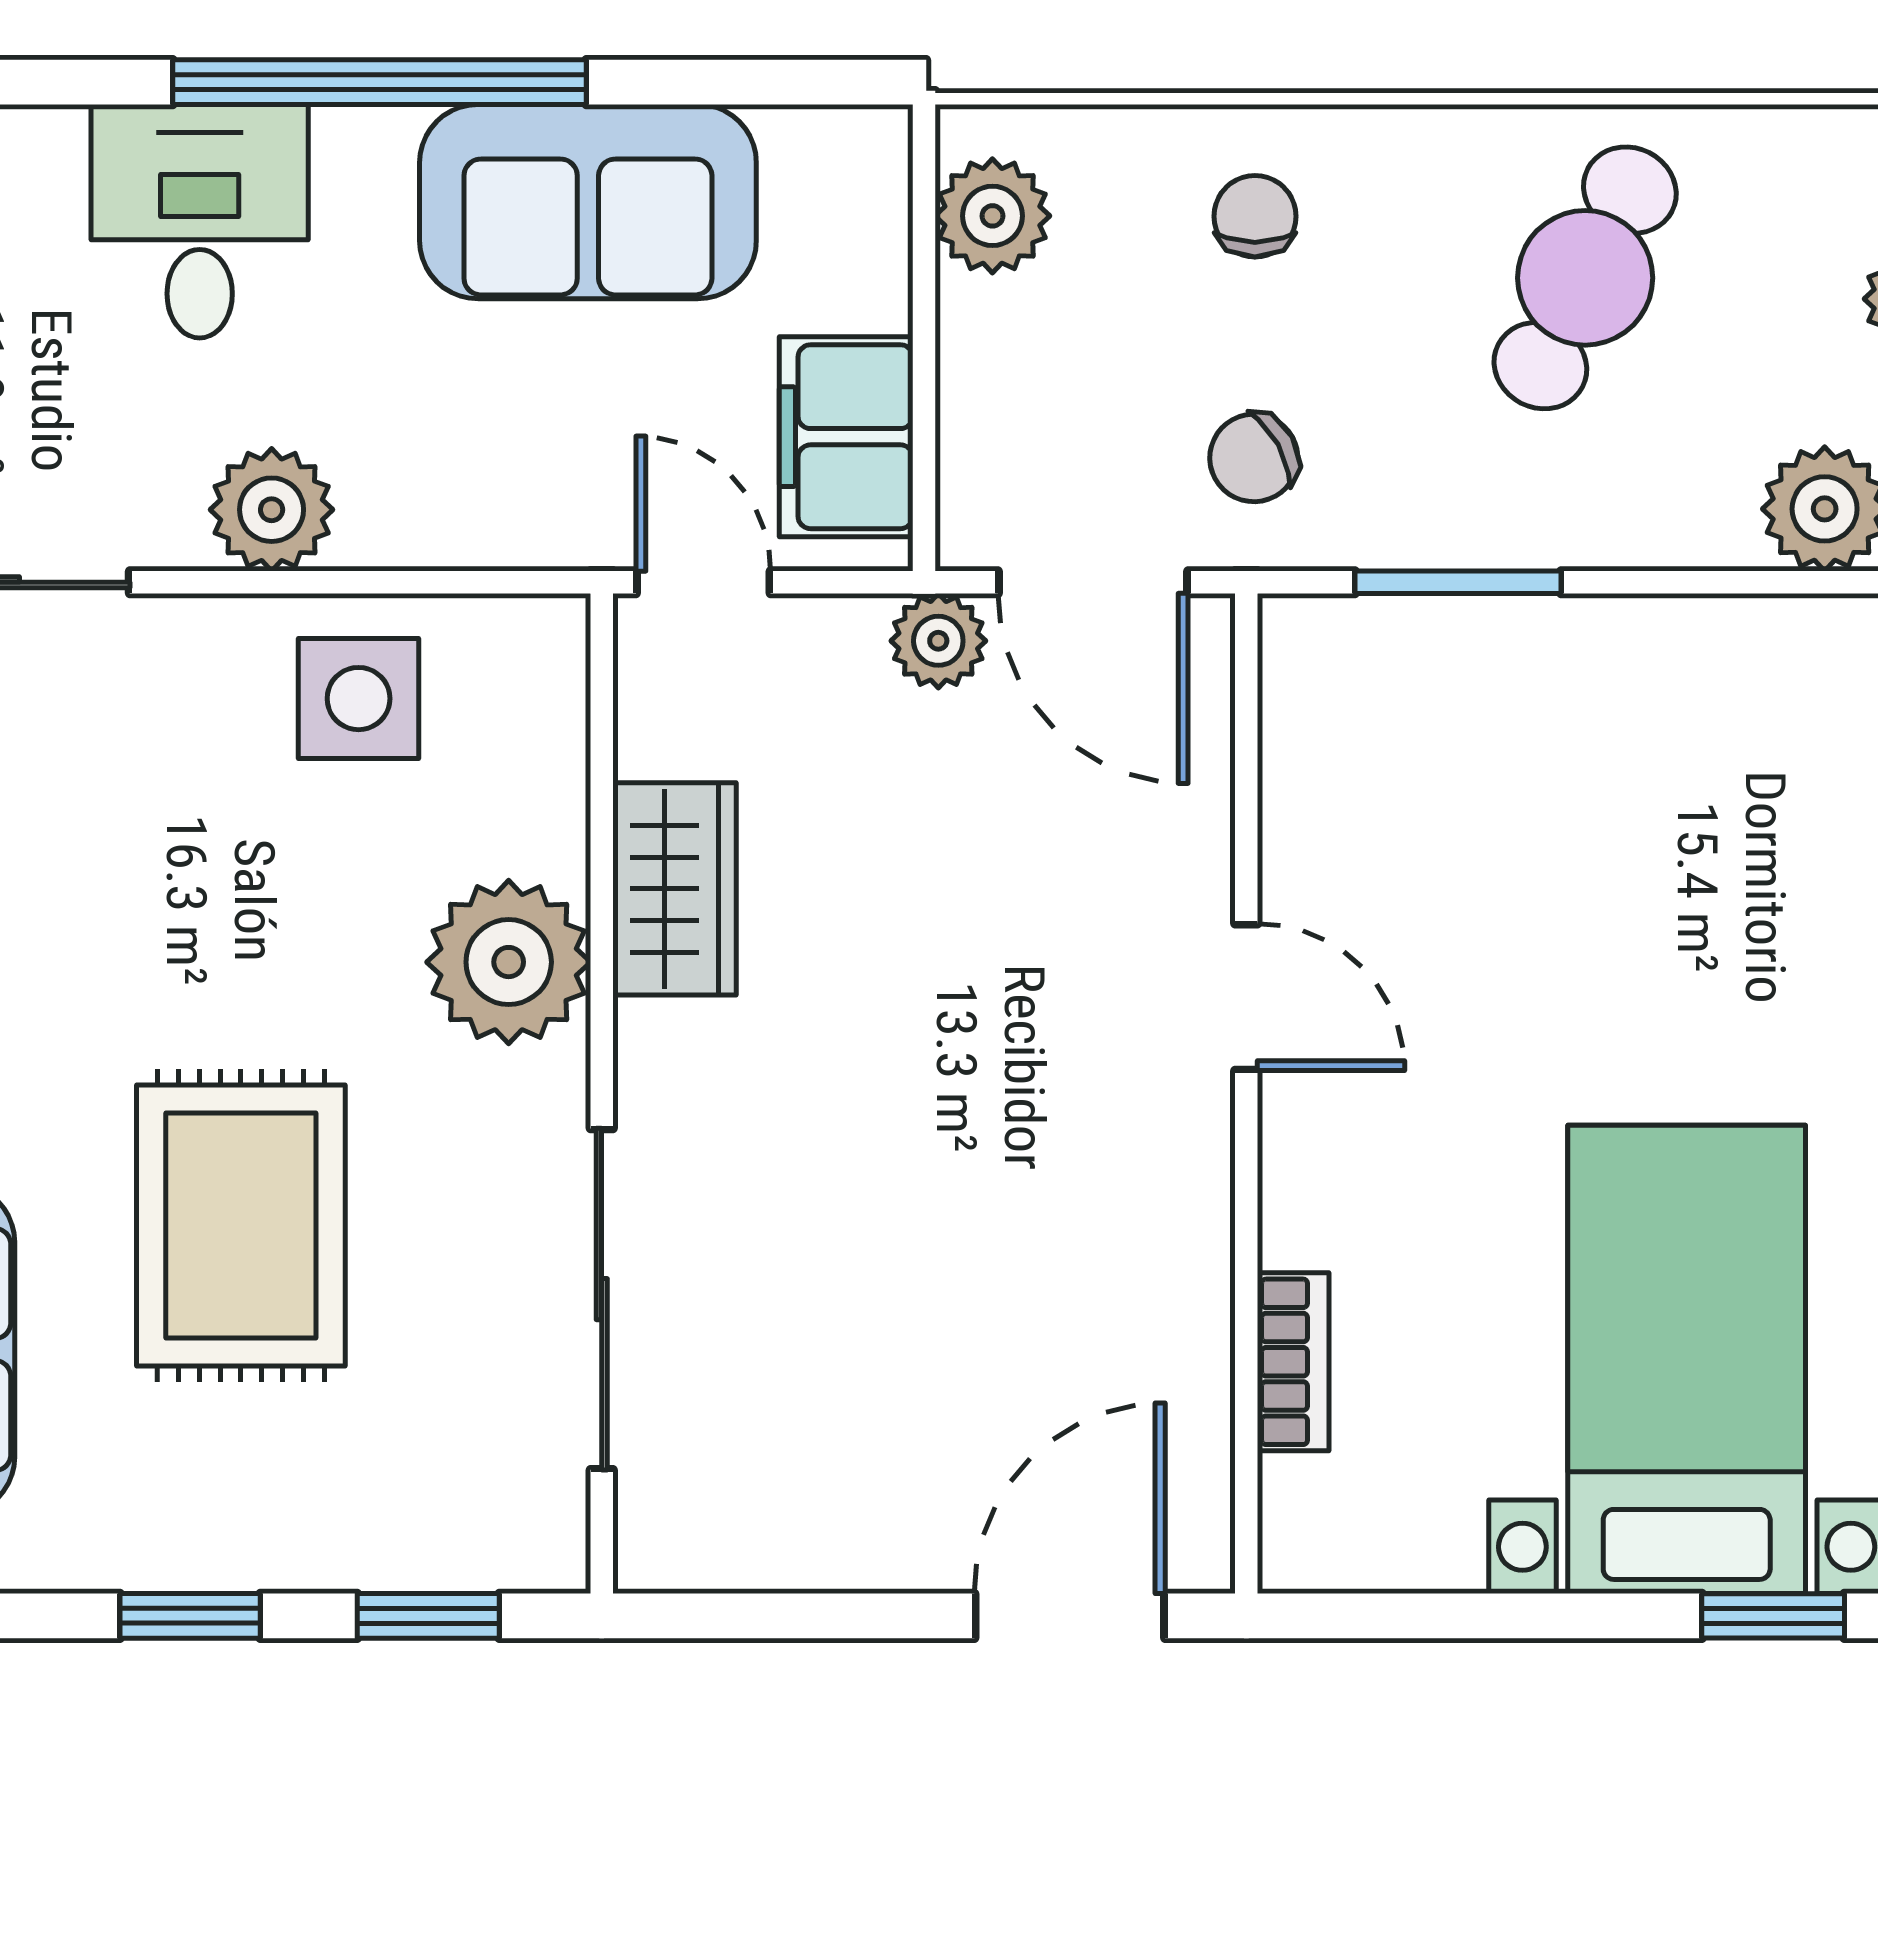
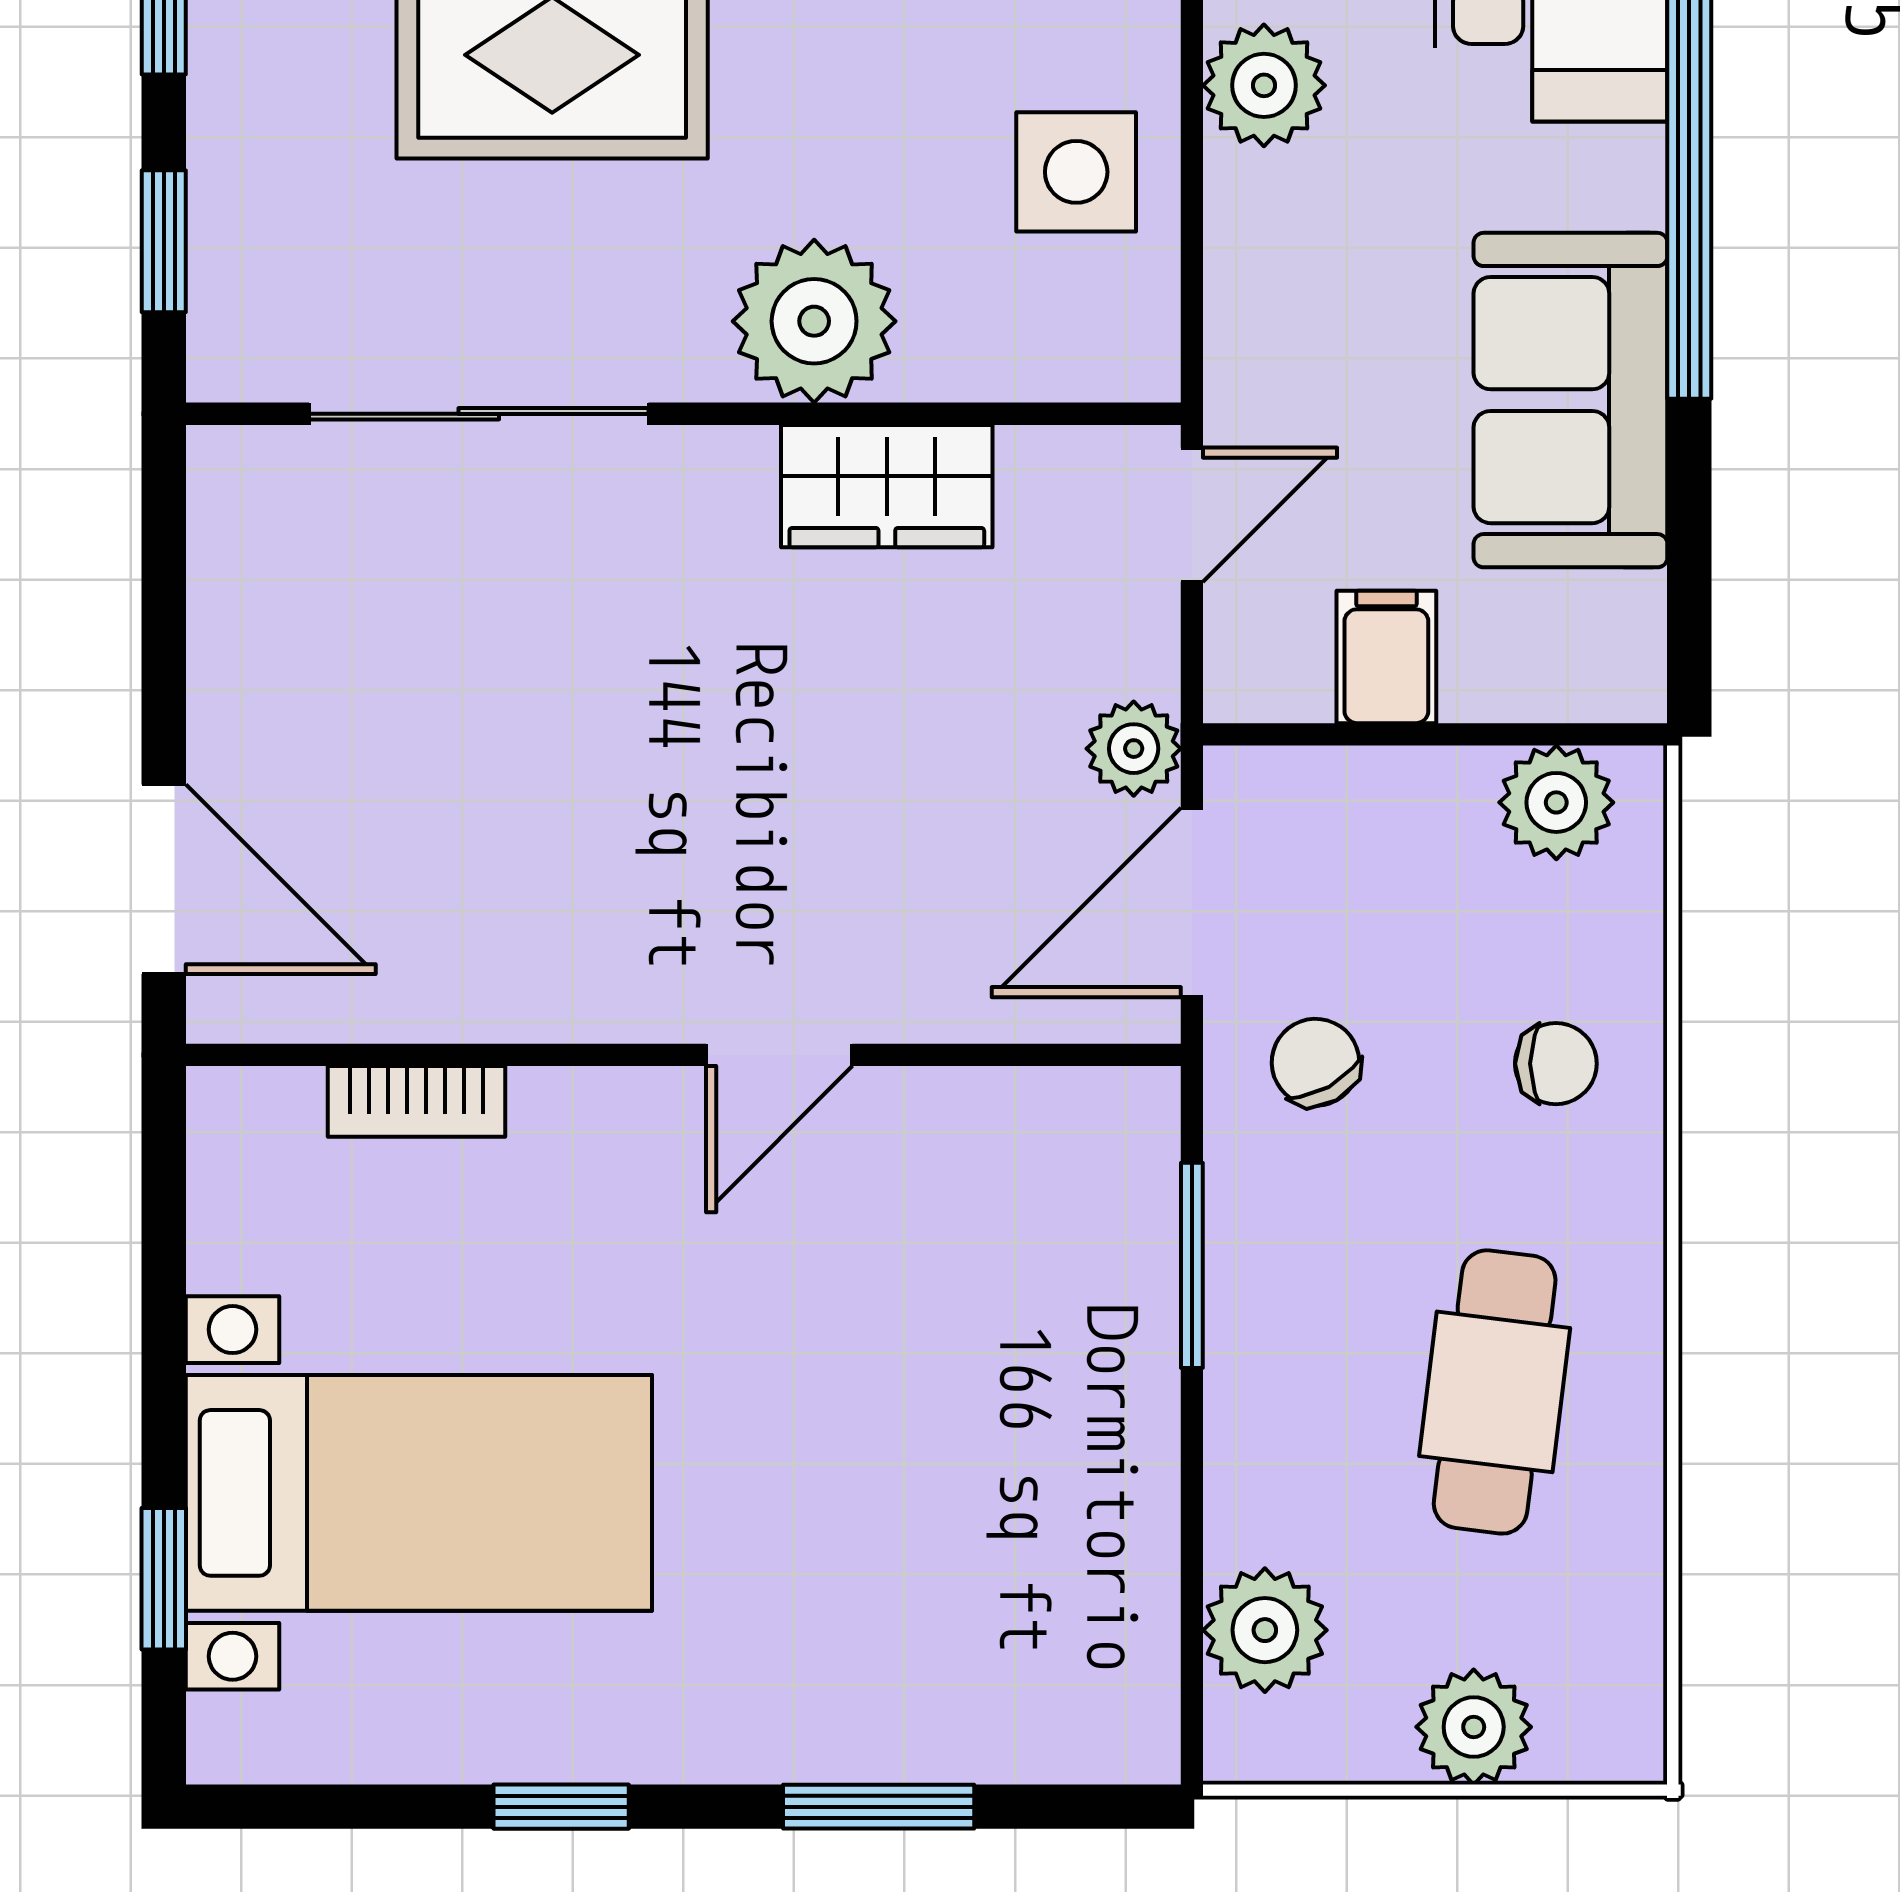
cafe table: (1585, 278) -> (1495, 1392), turned 70
filing cabinet: (846, 437) -> (1386, 657), width x0.50

